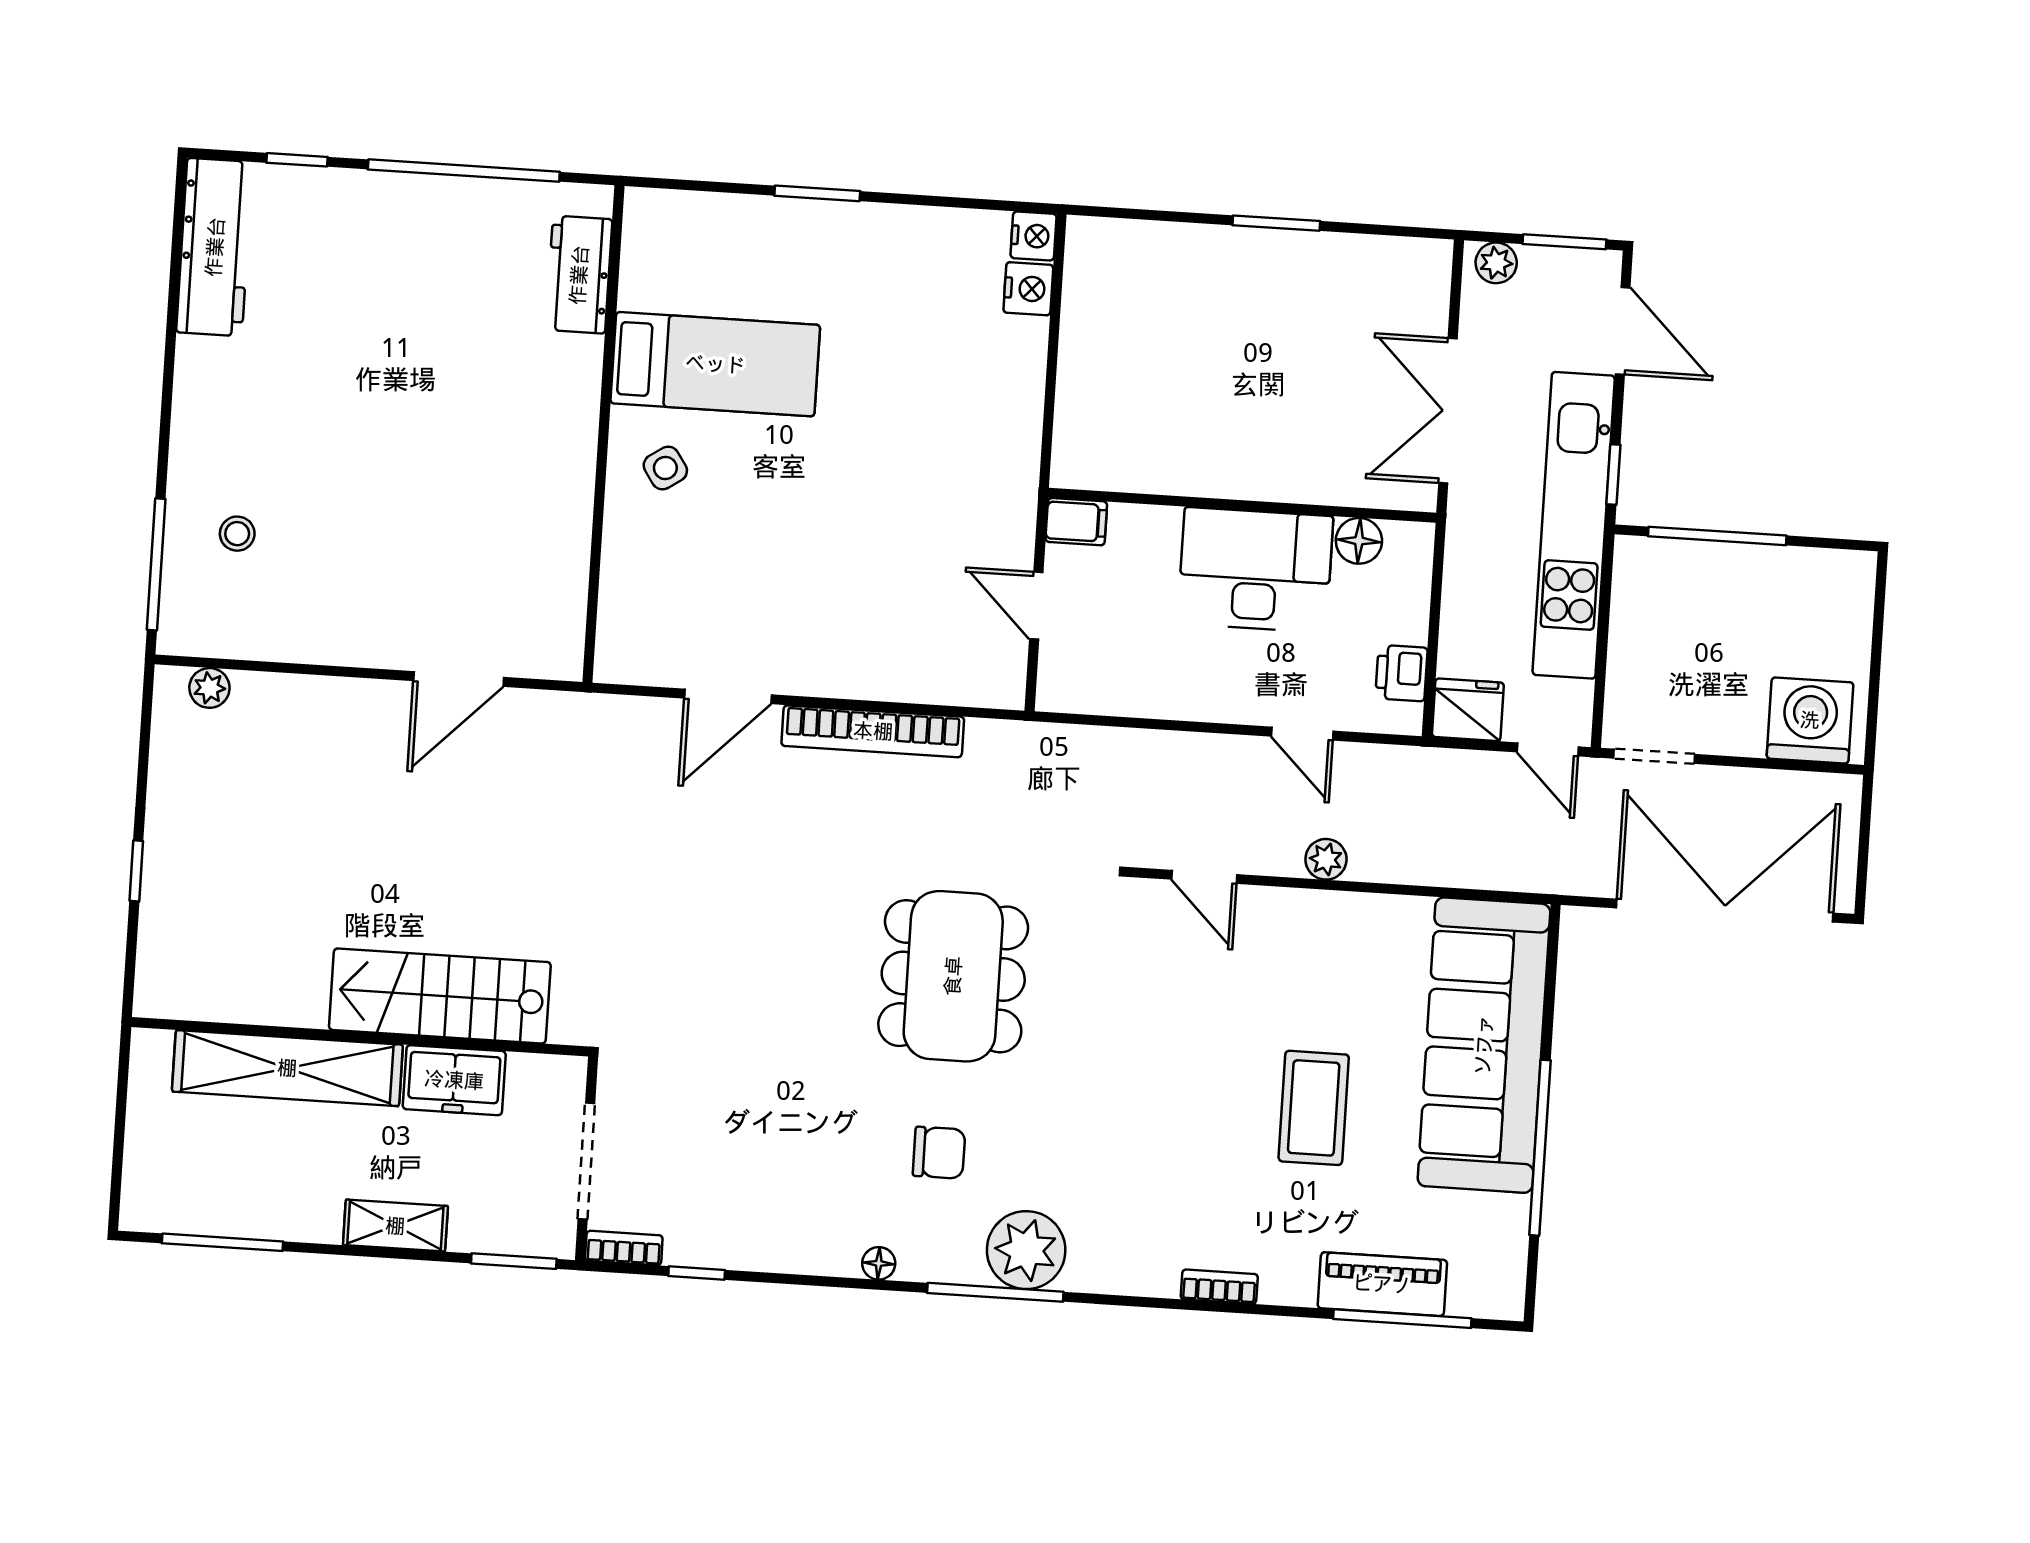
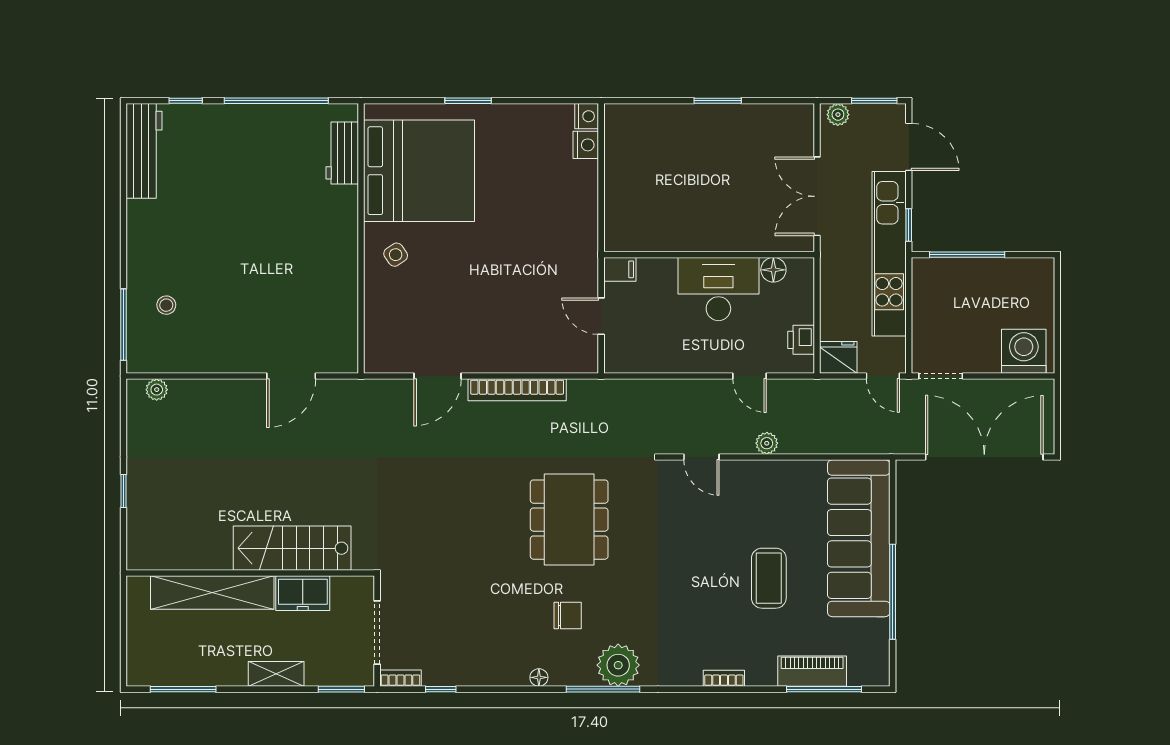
bed: (715, 364) -> (419, 171), width x2.04

